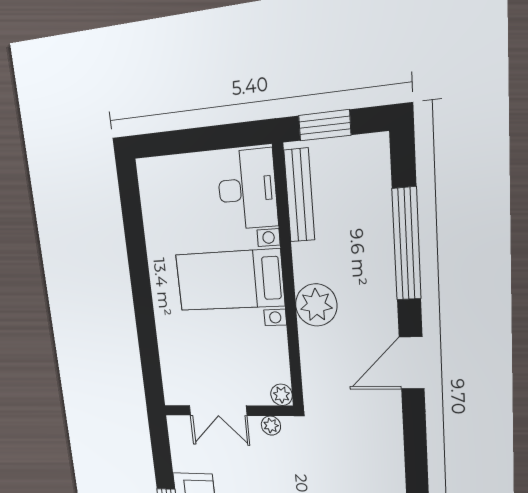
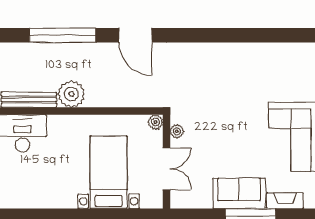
bed with nightstands: (230, 280) -> (109, 172), moved, turned 180
plant: (316, 305) -> (71, 94), moved

